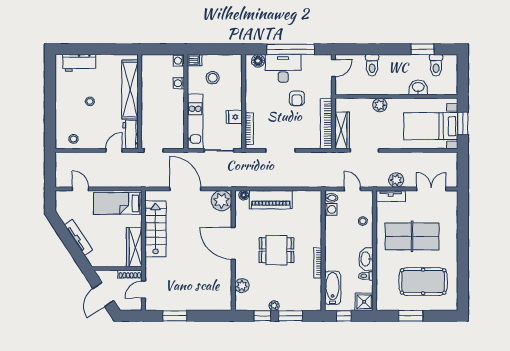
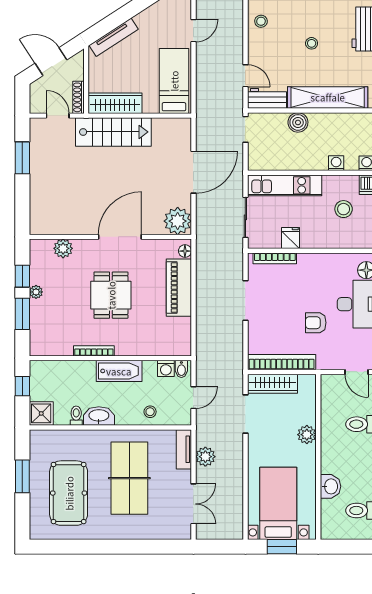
boiler: (148, 112) -> (298, 122), added
stairs: (156, 229) -> (113, 132), moved
tv unit: (78, 237) -> (114, 37), moved
bathtub: (333, 288) -> (119, 371), moved

